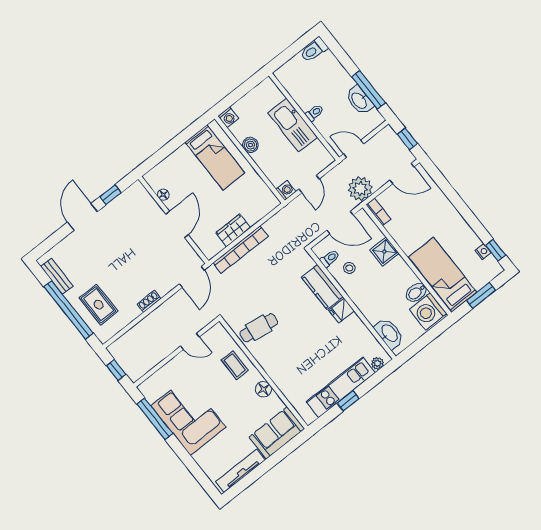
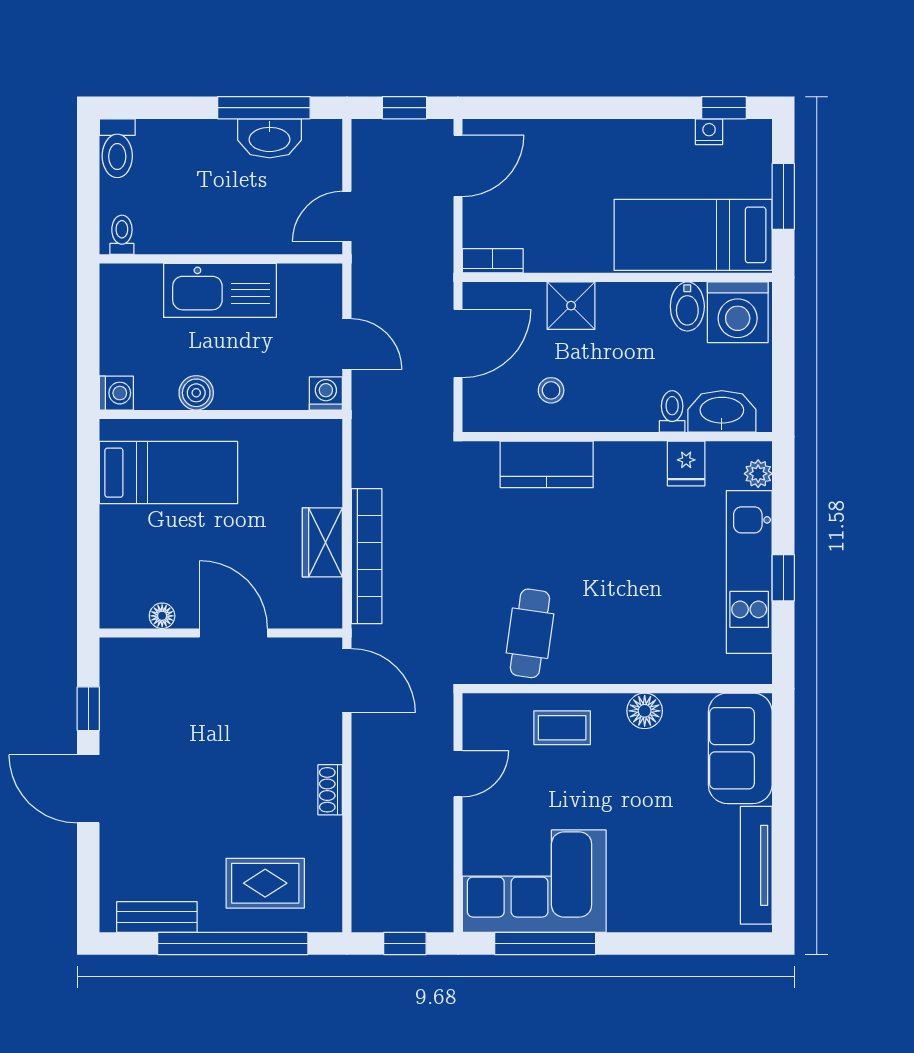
toilet: (315, 113) -> (122, 235), moved
plant: (360, 189) -> (426, 260), removed
toilet: (330, 258) -> (672, 411), moved
fridge: (341, 311) -> (686, 463), moved
corner sofa: (188, 416) -> (534, 881), moved

